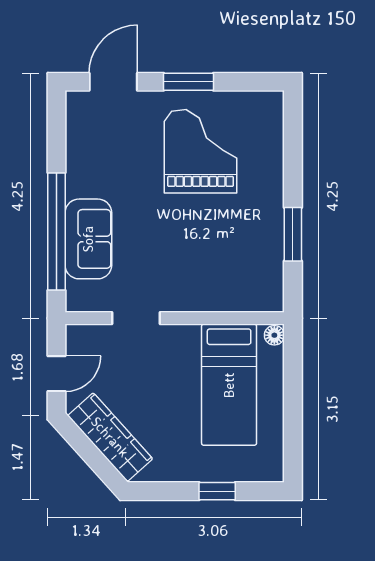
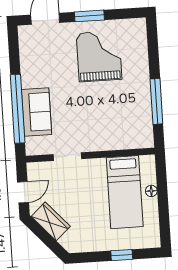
window: (293, 234) -> (156, 101), width x1.44
floor lamp: (274, 335) -> (151, 191), moved
wardrobe: (110, 437) -> (51, 221), width x0.67

